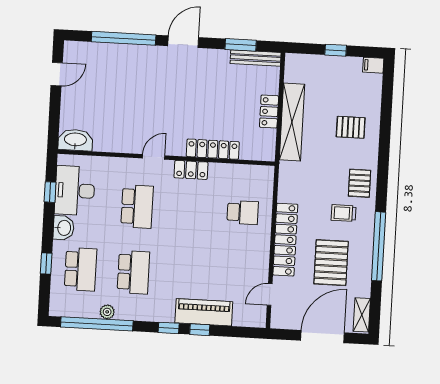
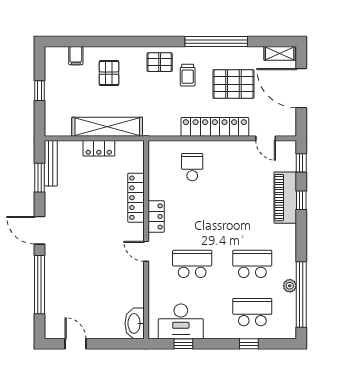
filing cabinet: (373, 65) -> (76, 56), moved
washbasin: (64, 228) -> (215, 330), removed
window: (169, 328) -> (301, 163), moved

